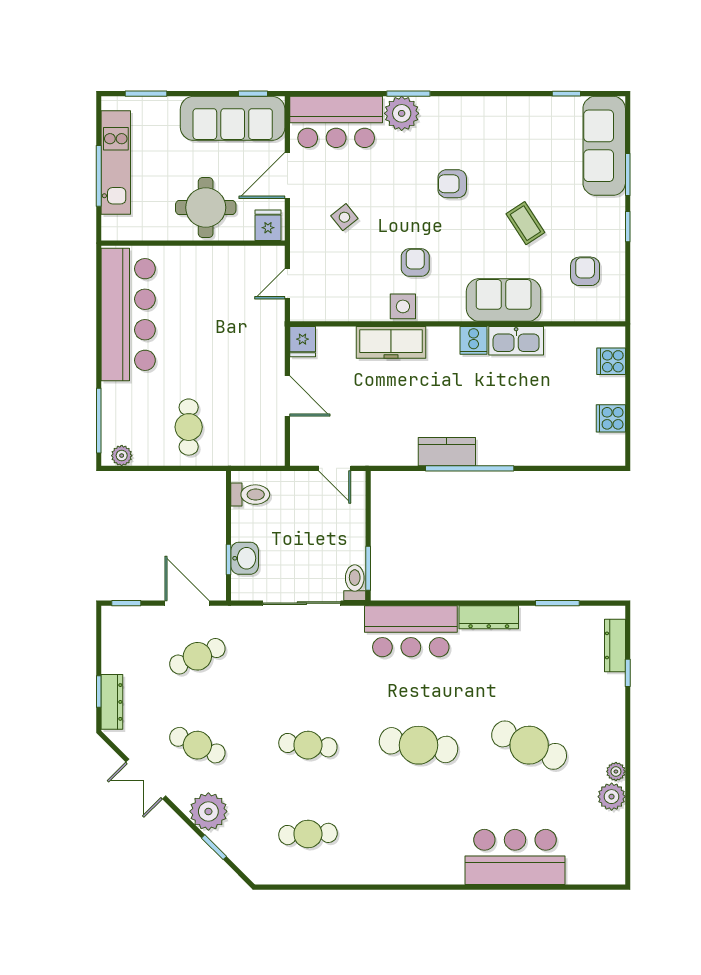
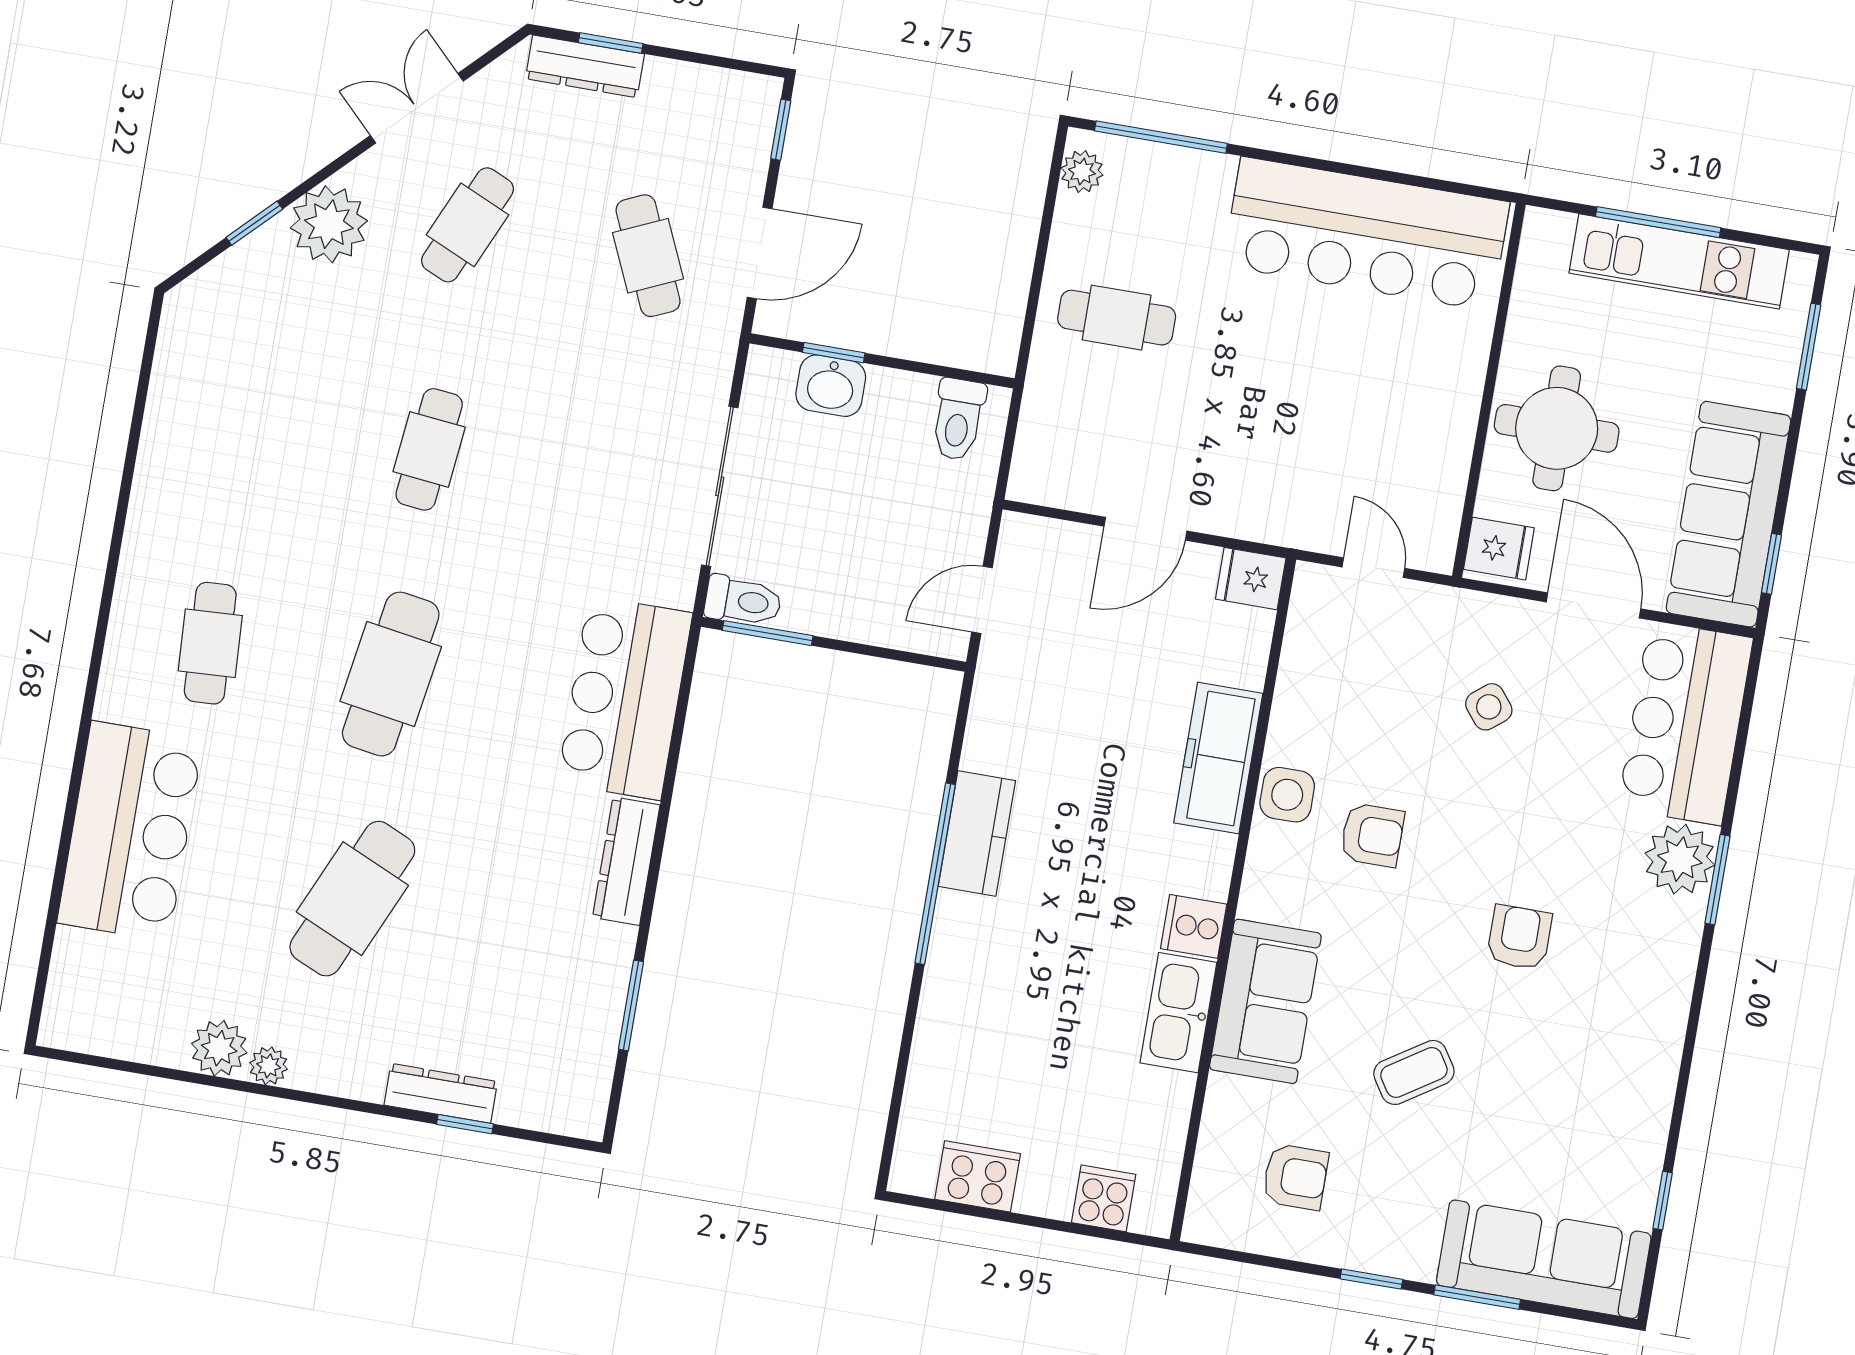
cooker: (611, 418) -> (978, 1176), width x1.36
dresser: (615, 645) -> (441, 1093), moved
cafe table: (308, 834) -> (210, 643), moved

